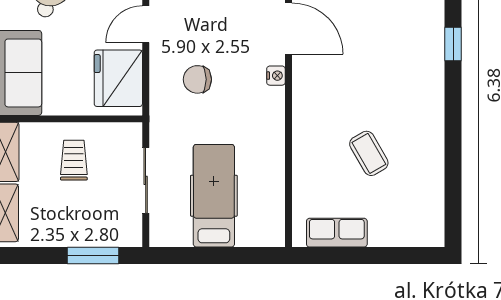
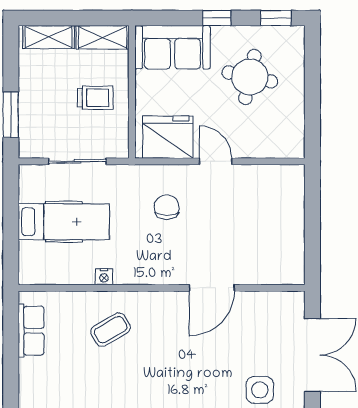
nightstand: (276, 76) -> (104, 277), moved
coffee table: (369, 153) -> (111, 330), moved

